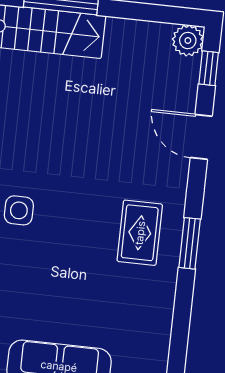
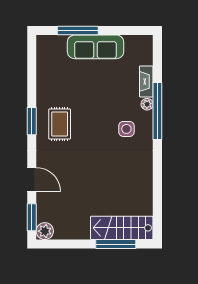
window: (209, 68) -> (32, 217), width x1.50

